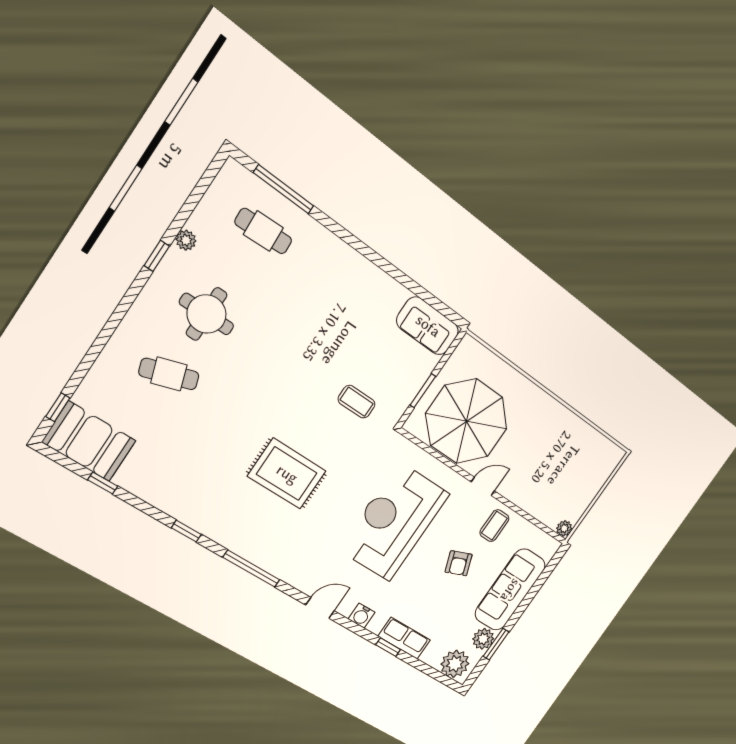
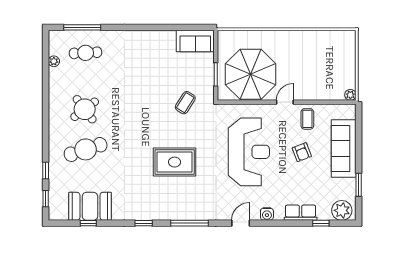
plant: (186, 240) -> (54, 61), moved
window: (157, 256) -> (46, 170), moved
round table: (207, 314) -> (85, 109), turned -37
cafe table: (169, 374) -> (86, 149), width x1.37, depth x1.35
coffee table: (357, 402) -> (185, 103), turned -58
booth: (89, 441) -> (90, 206), moved
reception desk: (394, 522) -> (249, 152), turned 180
plant: (483, 639) -> (348, 186), removed
window: (388, 647) -> (321, 223), moved

